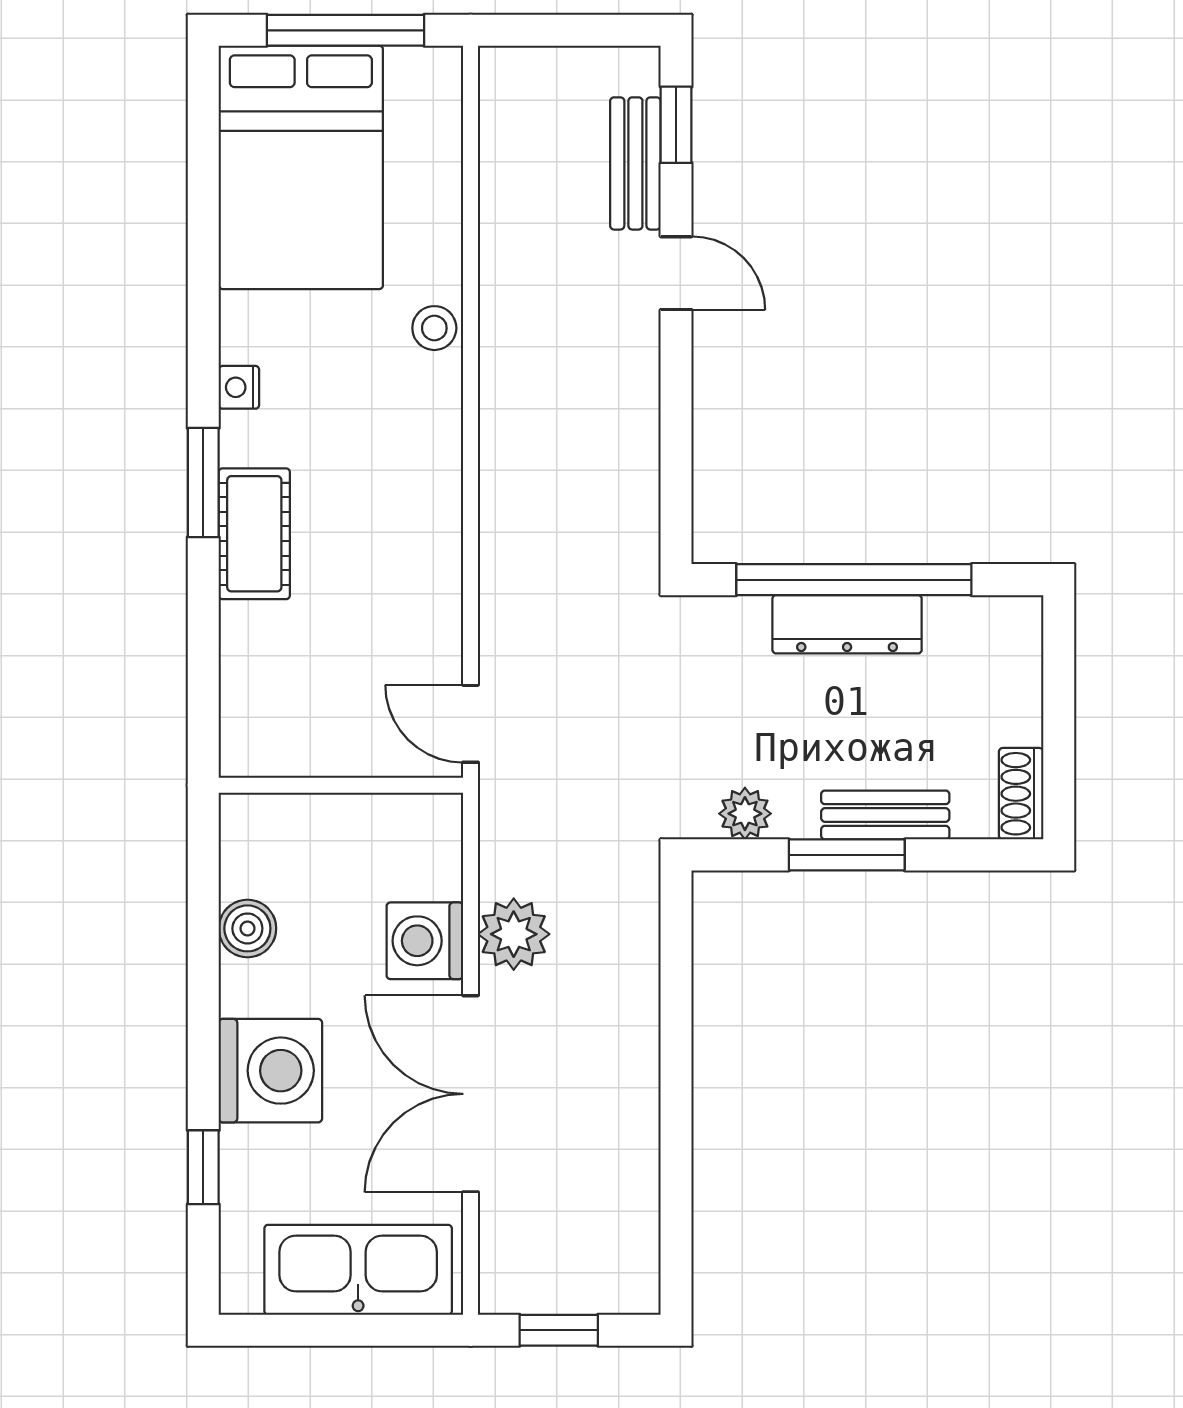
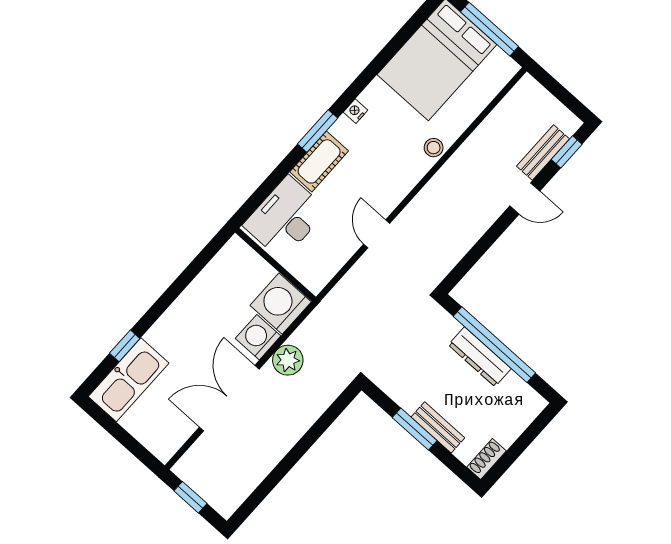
door: (676, 273) -> (525, 198), hinge flipped
desk: (284, 687) -> (285, 218), added
door: (471, 724) -> (377, 234), moved
plant: (745, 814) -> (394, 387), removed
boiler: (247, 928) -> (206, 283), removed
washing machine: (270, 1071) -> (281, 304), moved, turned 180
kitchen sink: (358, 1270) -> (129, 380), moved, turned 90

